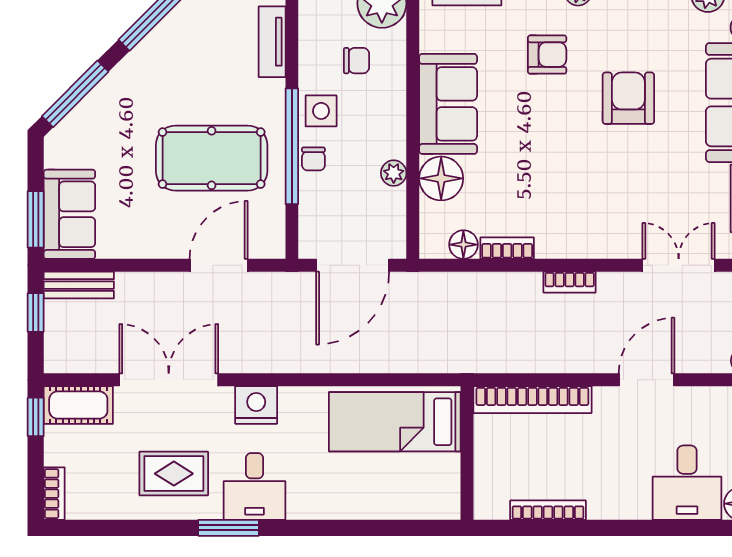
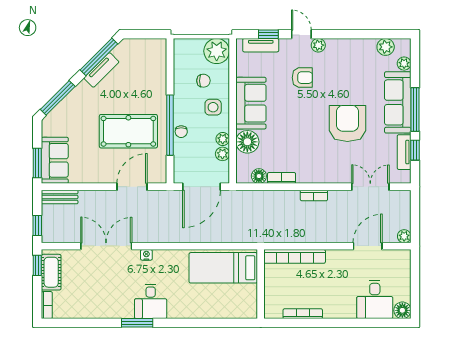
tv unit: (272, 42) -> (101, 70), moved, turned -135
armchair: (628, 98) -> (347, 123), moved, width x1.36, depth x1.36
side table: (321, 111) -> (213, 107), moved
plant: (393, 202) -> (222, 154), added
window: (36, 312) -> (37, 226), moved
door: (646, 380) -> (368, 246), moved
cot: (78, 405) -> (51, 272), moved, turned 90
nightstand: (256, 405) -> (146, 255), width x0.53, depth x0.56
rug: (174, 474) -> (109, 295), removed

